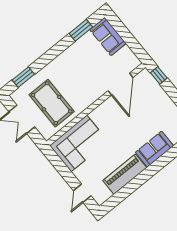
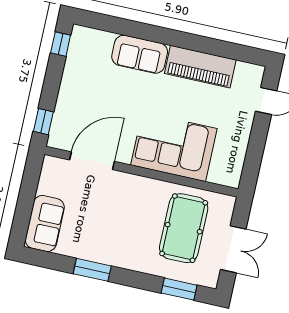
window: (81, 30) -> (92, 270), moved
corner sofa: (79, 143) -> (174, 147), moved

